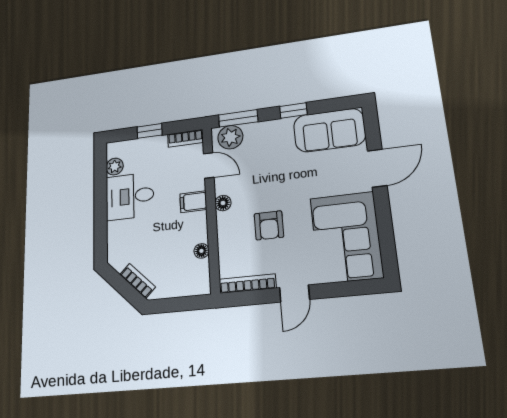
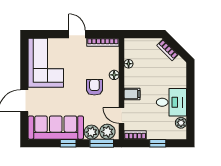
sofa: (329, 130) -> (56, 128), width x1.36
plant: (256, 133) -> (91, 132), added
floor lamp: (223, 203) -> (114, 75), moved
armchair: (269, 225) -> (94, 87), moved
door: (294, 294) -> (77, 34), hinge flipped

